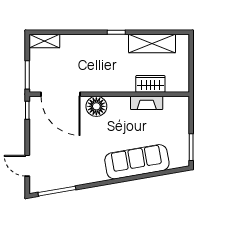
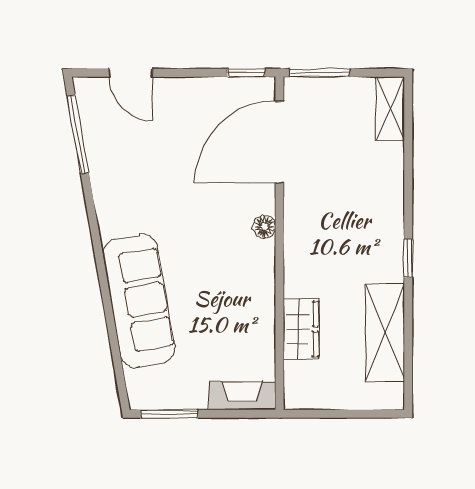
fireplace: (147, 103) -> (242, 396), moved, turned 90
floor lamp: (96, 106) -> (264, 227), width x0.53, depth x0.53
door: (27, 166) -> (131, 73), swing flipped

